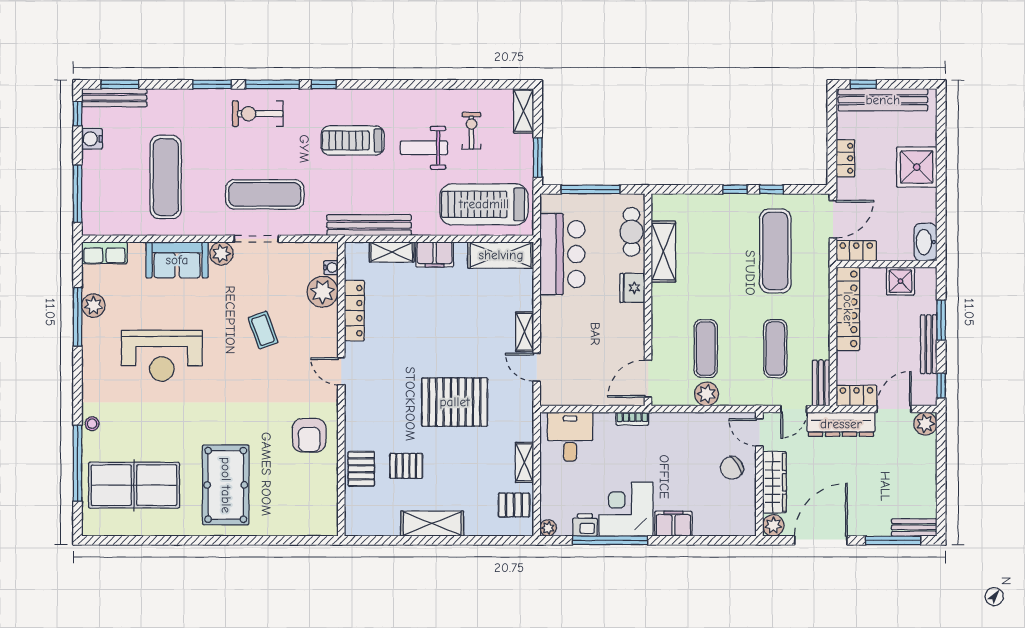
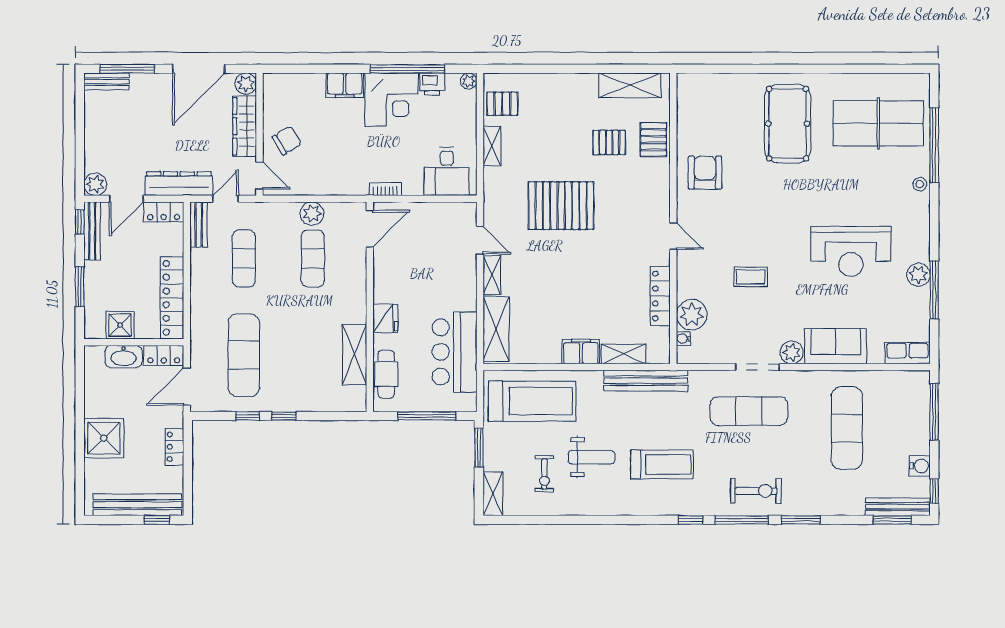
washbasin: (925, 242) -> (124, 357), moved, turned 90
shelving: (501, 255) -> (496, 329), moved, turned 90
plant: (93, 306) -> (918, 275), moved
coffee table: (263, 330) -> (751, 277), turned -70
bench: (929, 344) -> (92, 231), moved
reception desk: (162, 356) -> (851, 251), turned 180
shelving: (432, 524) -> (630, 85), moved

